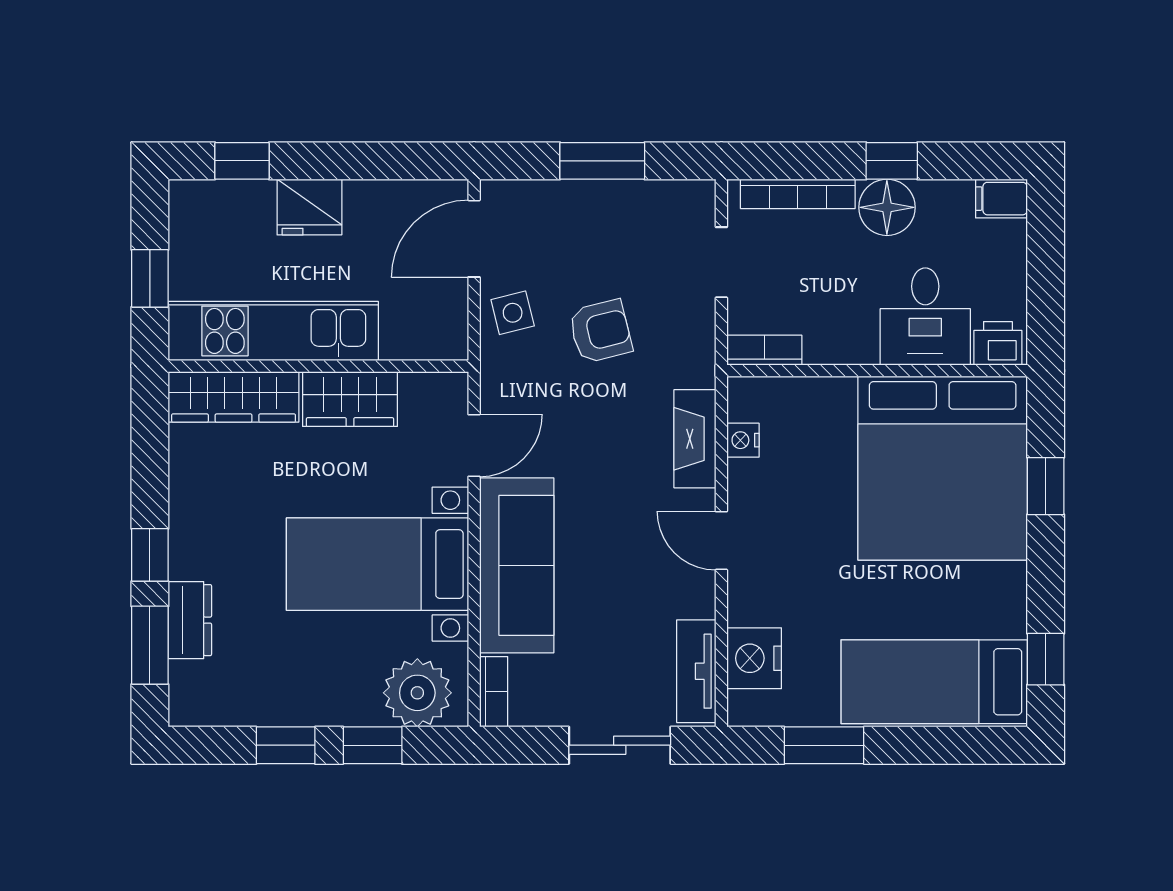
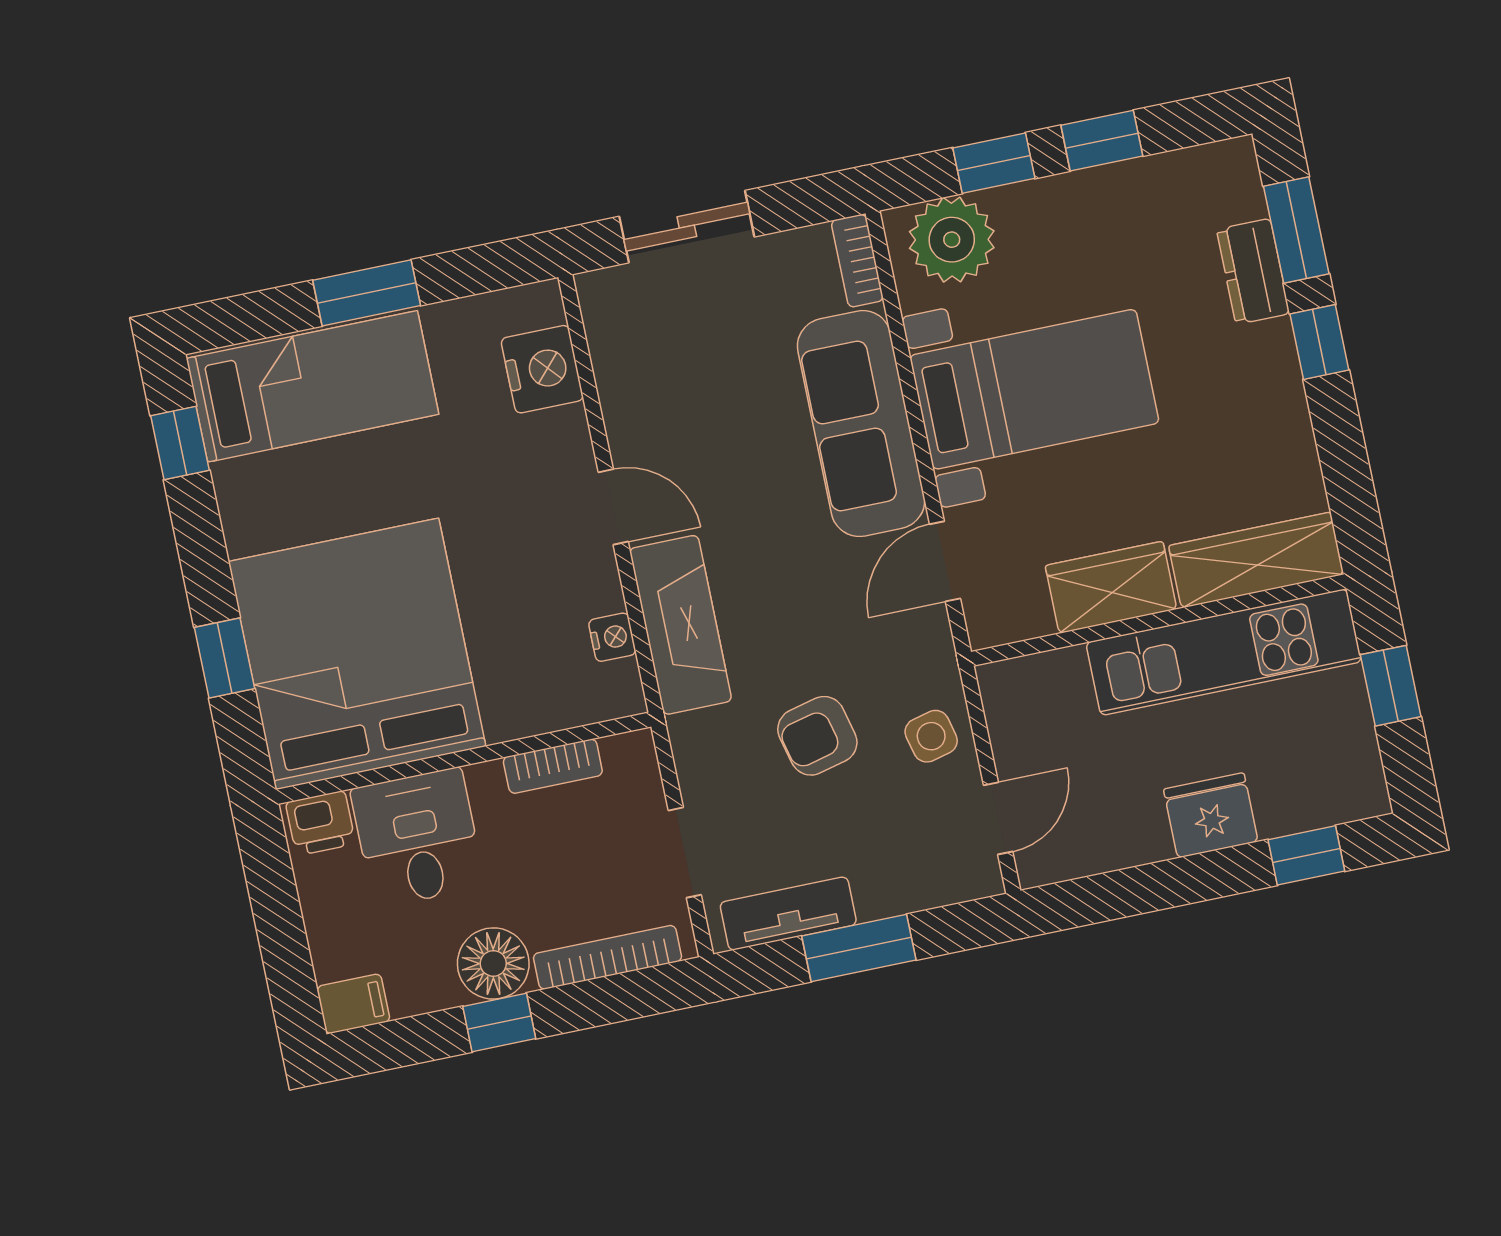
door: (474, 239) -> (998, 818), width x0.73
bookcase: (764, 350) -> (553, 766), moved
fireplace: (695, 439) -> (681, 625), width x1.37, depth x1.32
tv unit: (696, 671) -> (788, 913), moved, turned -90
window: (824, 745) -> (367, 293), moved

